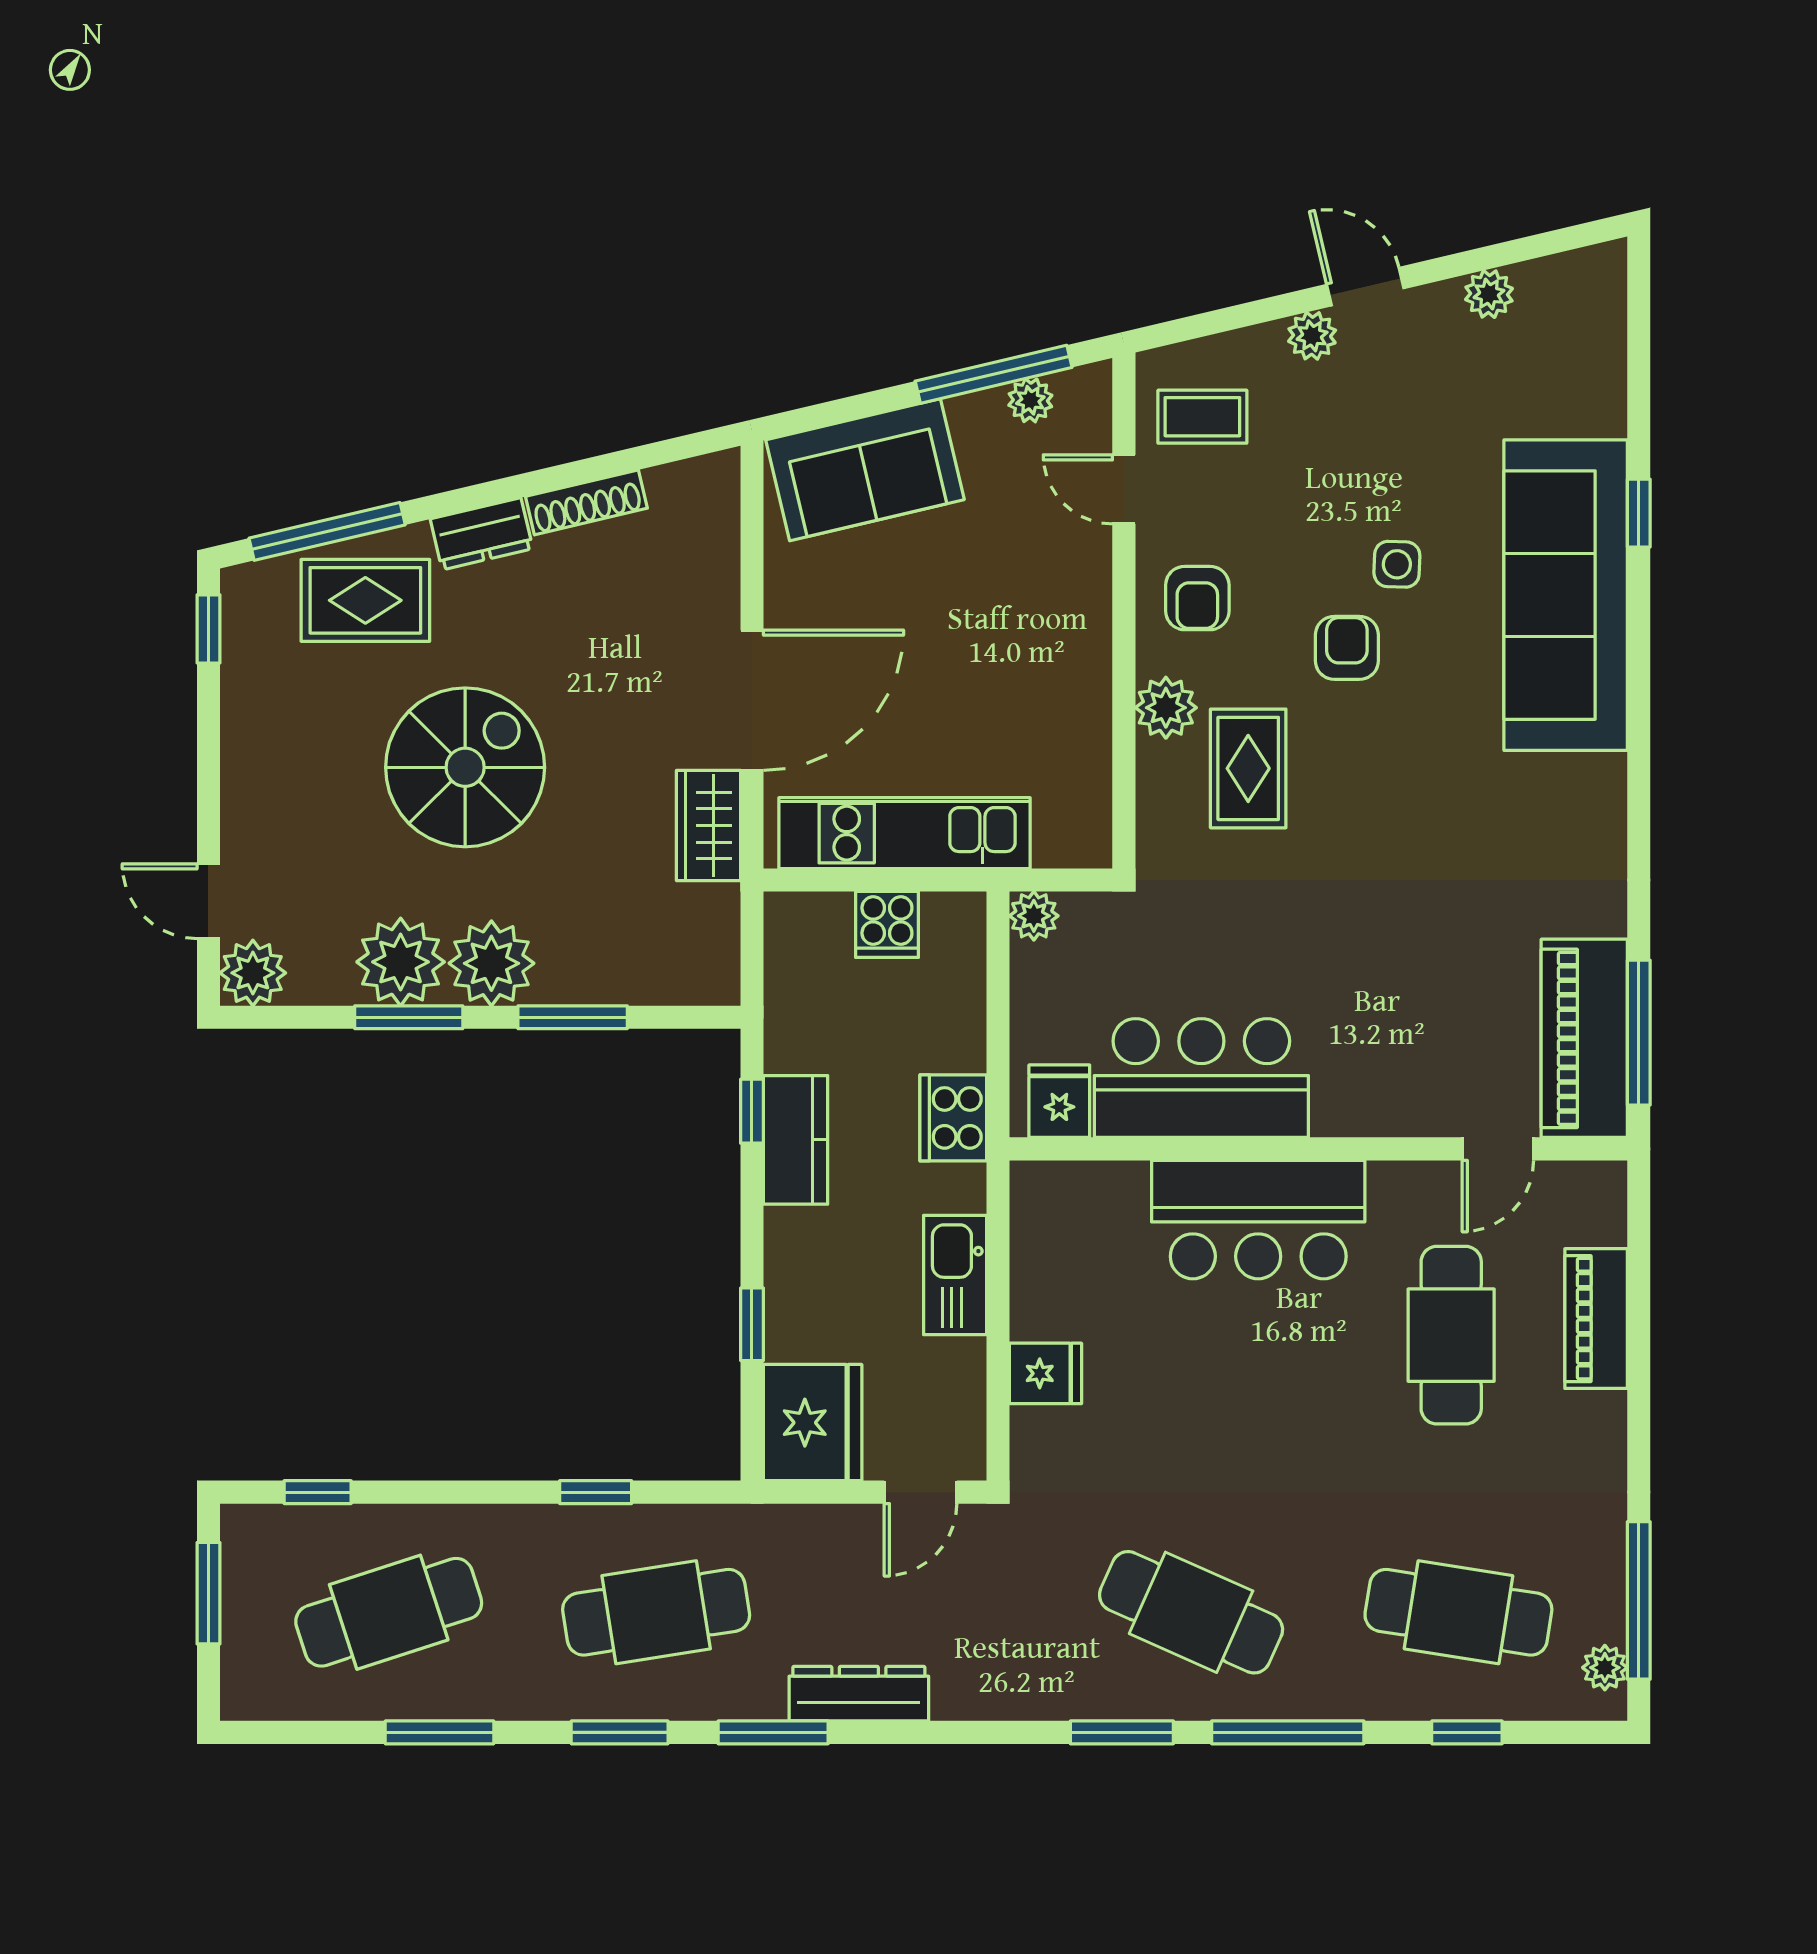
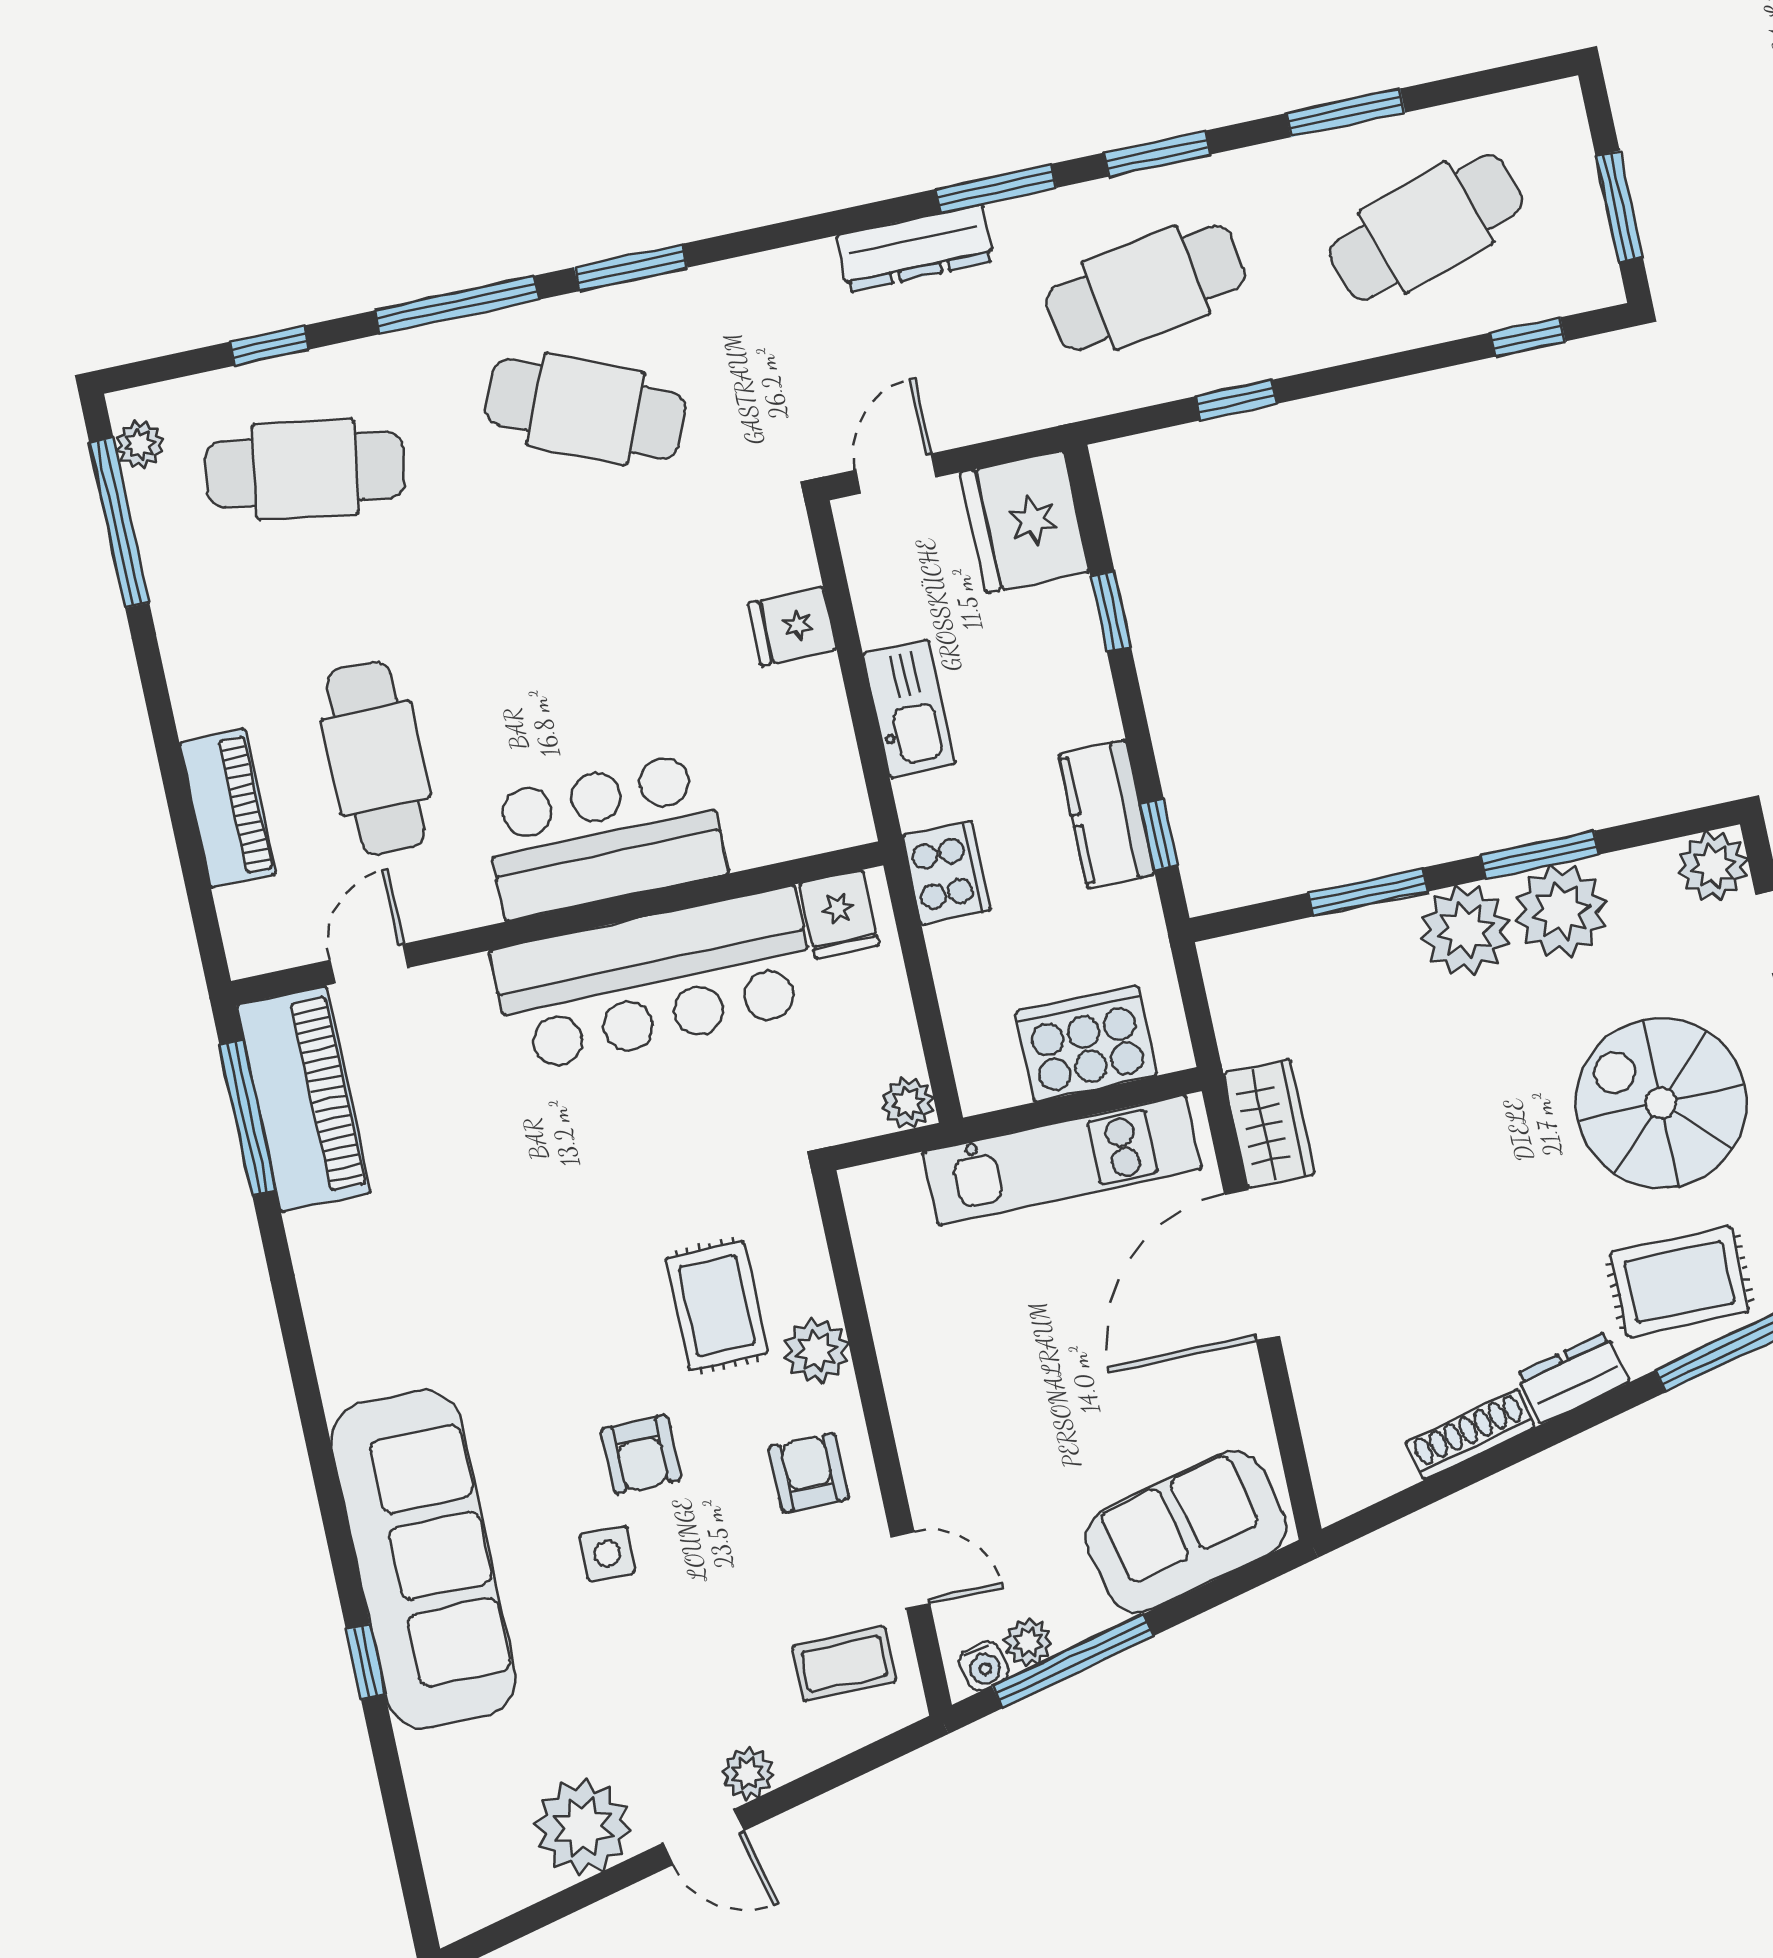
plant: (1489, 294) -> (583, 1827), width x1.87, depth x1.87
water cooler: (1076, 387) -> (984, 1666), added
spiral stairs: (465, 767) -> (1661, 1103), moved, turned 90
cooker: (887, 924) -> (1086, 1044), width x1.87, depth x1.31
bar counter: (1201, 1078) -> (655, 980), width x1.36

